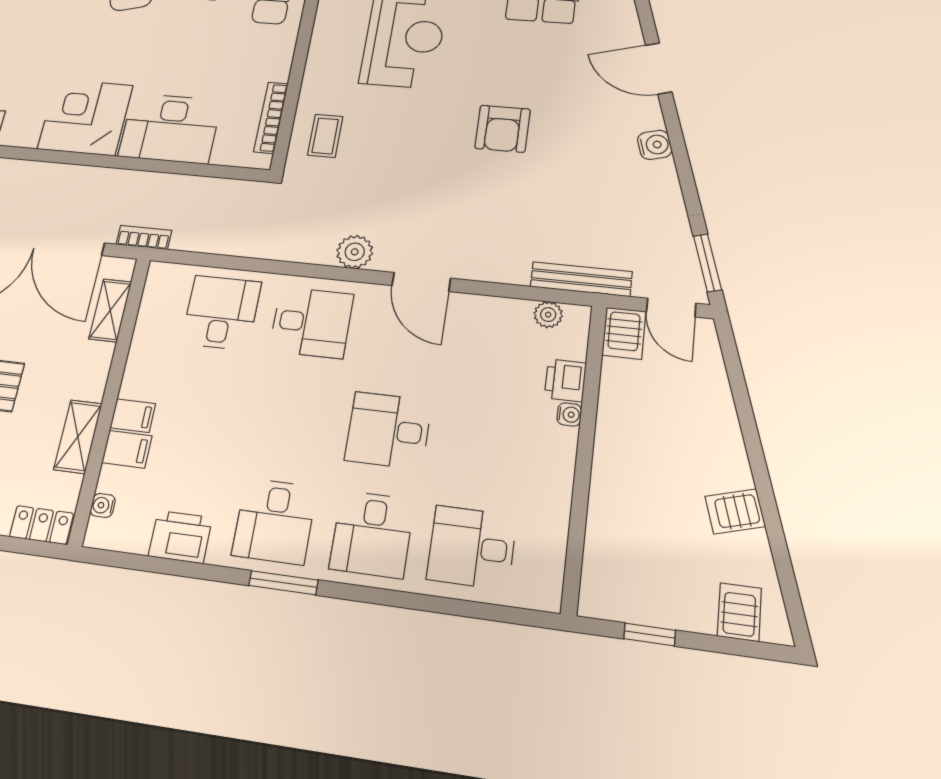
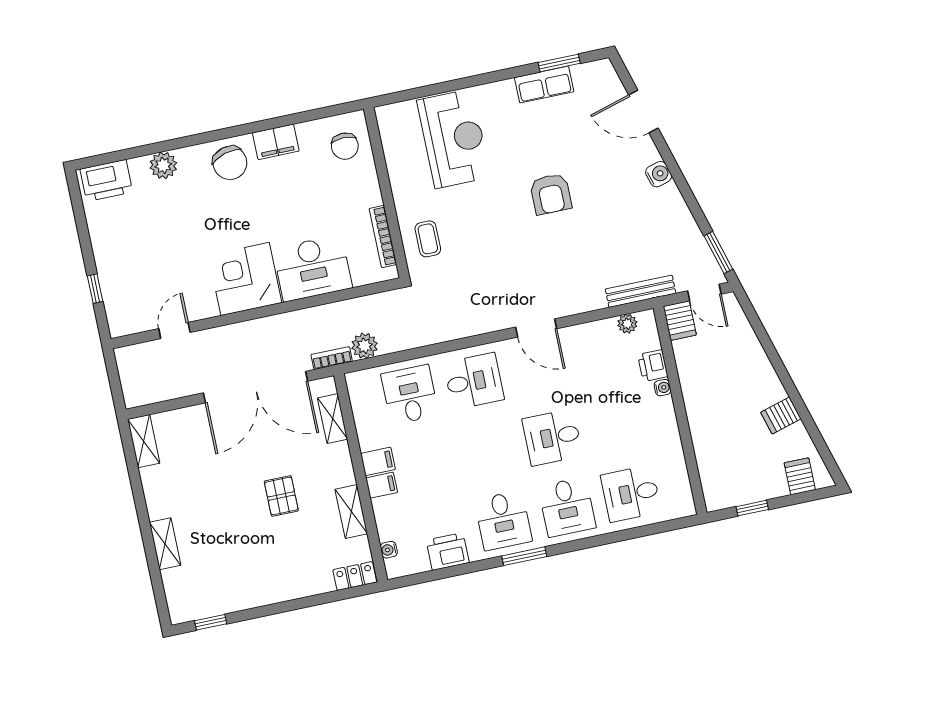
plant: (355, 252) -> (365, 346), moved
filing cabinet: (127, 449) -> (378, 461), moved

